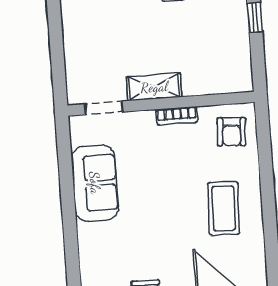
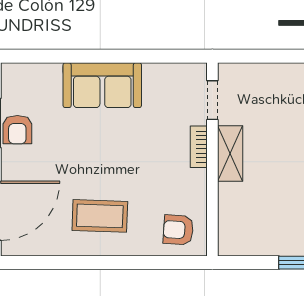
bookcase: (177, 116) -> (199, 147), moved
sofa: (95, 183) -> (102, 85), moved

